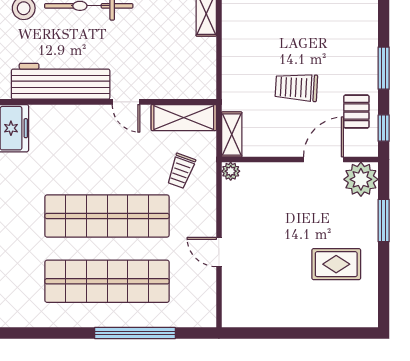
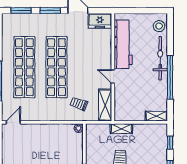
door: (126, 102) -> (113, 77), hinge flipped
shelving: (232, 134) -> (121, 129), moved
door: (219, 252) -> (13, 122), moved

